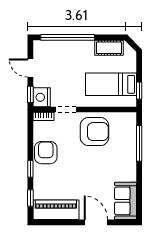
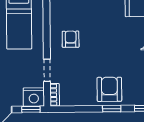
armchair: (94, 132) -> (71, 39), width x0.53, depth x0.53
armchair: (46, 153) -> (109, 89), moved, turned 90

